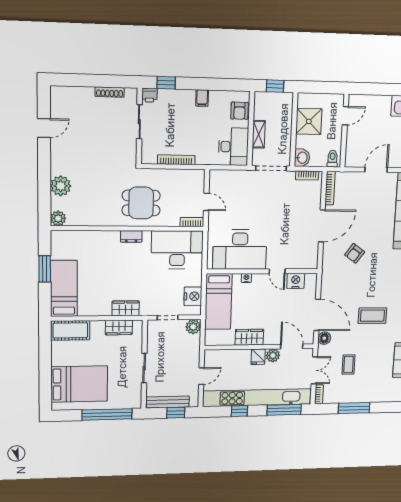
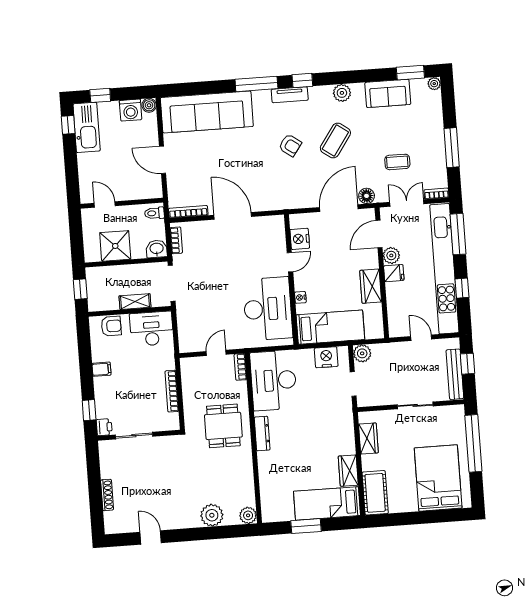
shoe rack: (110, 92) -> (107, 495), moved
dresser: (131, 236) -> (262, 434), width x1.44
armchair: (355, 253) -> (290, 145), moved
wardrobe: (126, 308) -> (348, 471), moved
coffee table: (372, 316) -> (335, 140), turned 35

